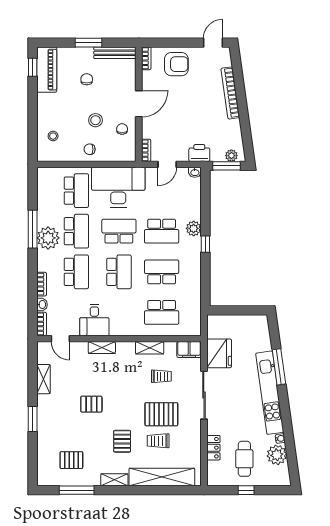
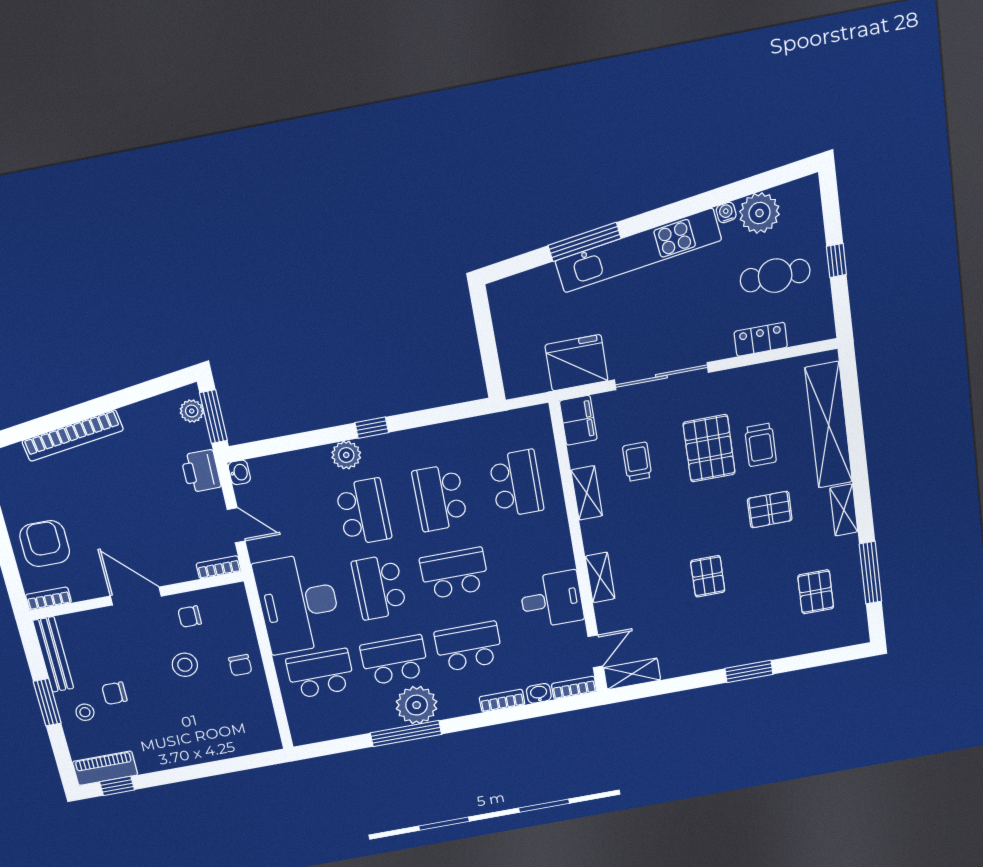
piano: (47, 70) -> (105, 768), width x0.73, depth x0.75
stool: (53, 136) -> (85, 712), moved
shelving: (43, 379) -> (632, 674), moved

